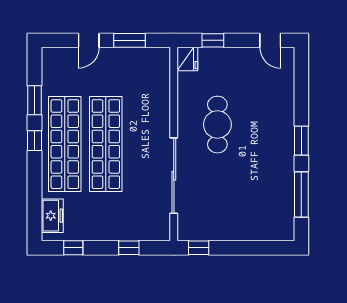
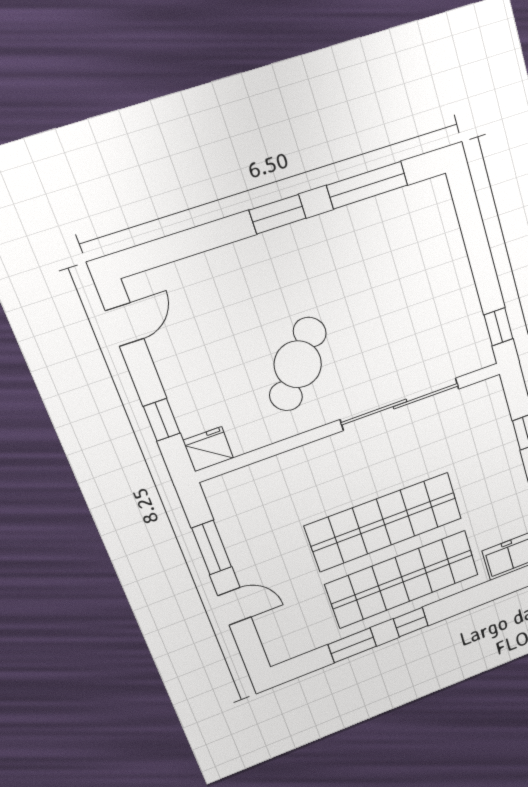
cafe table: (217, 125) -> (298, 364), turned -51

